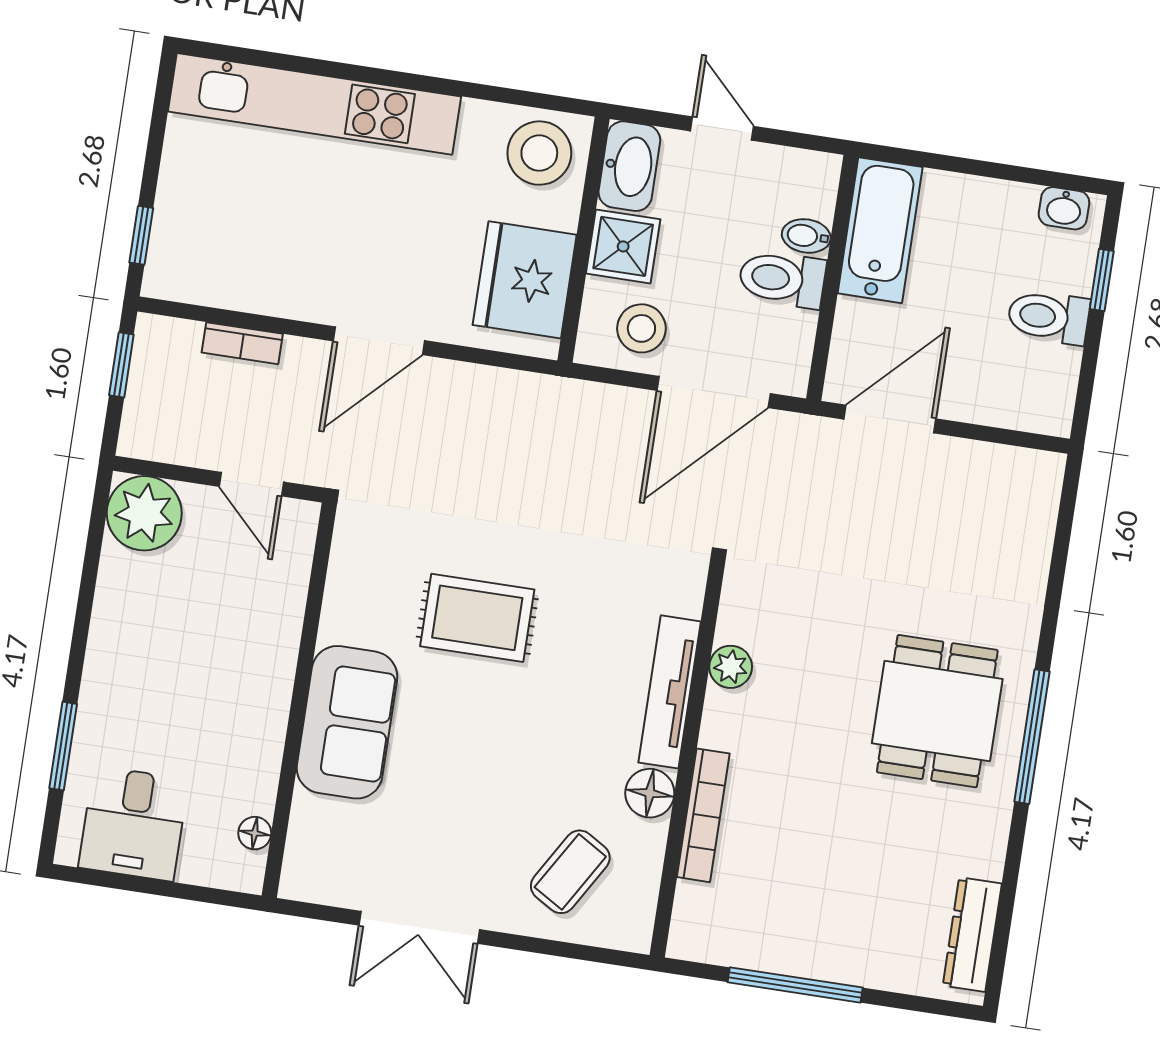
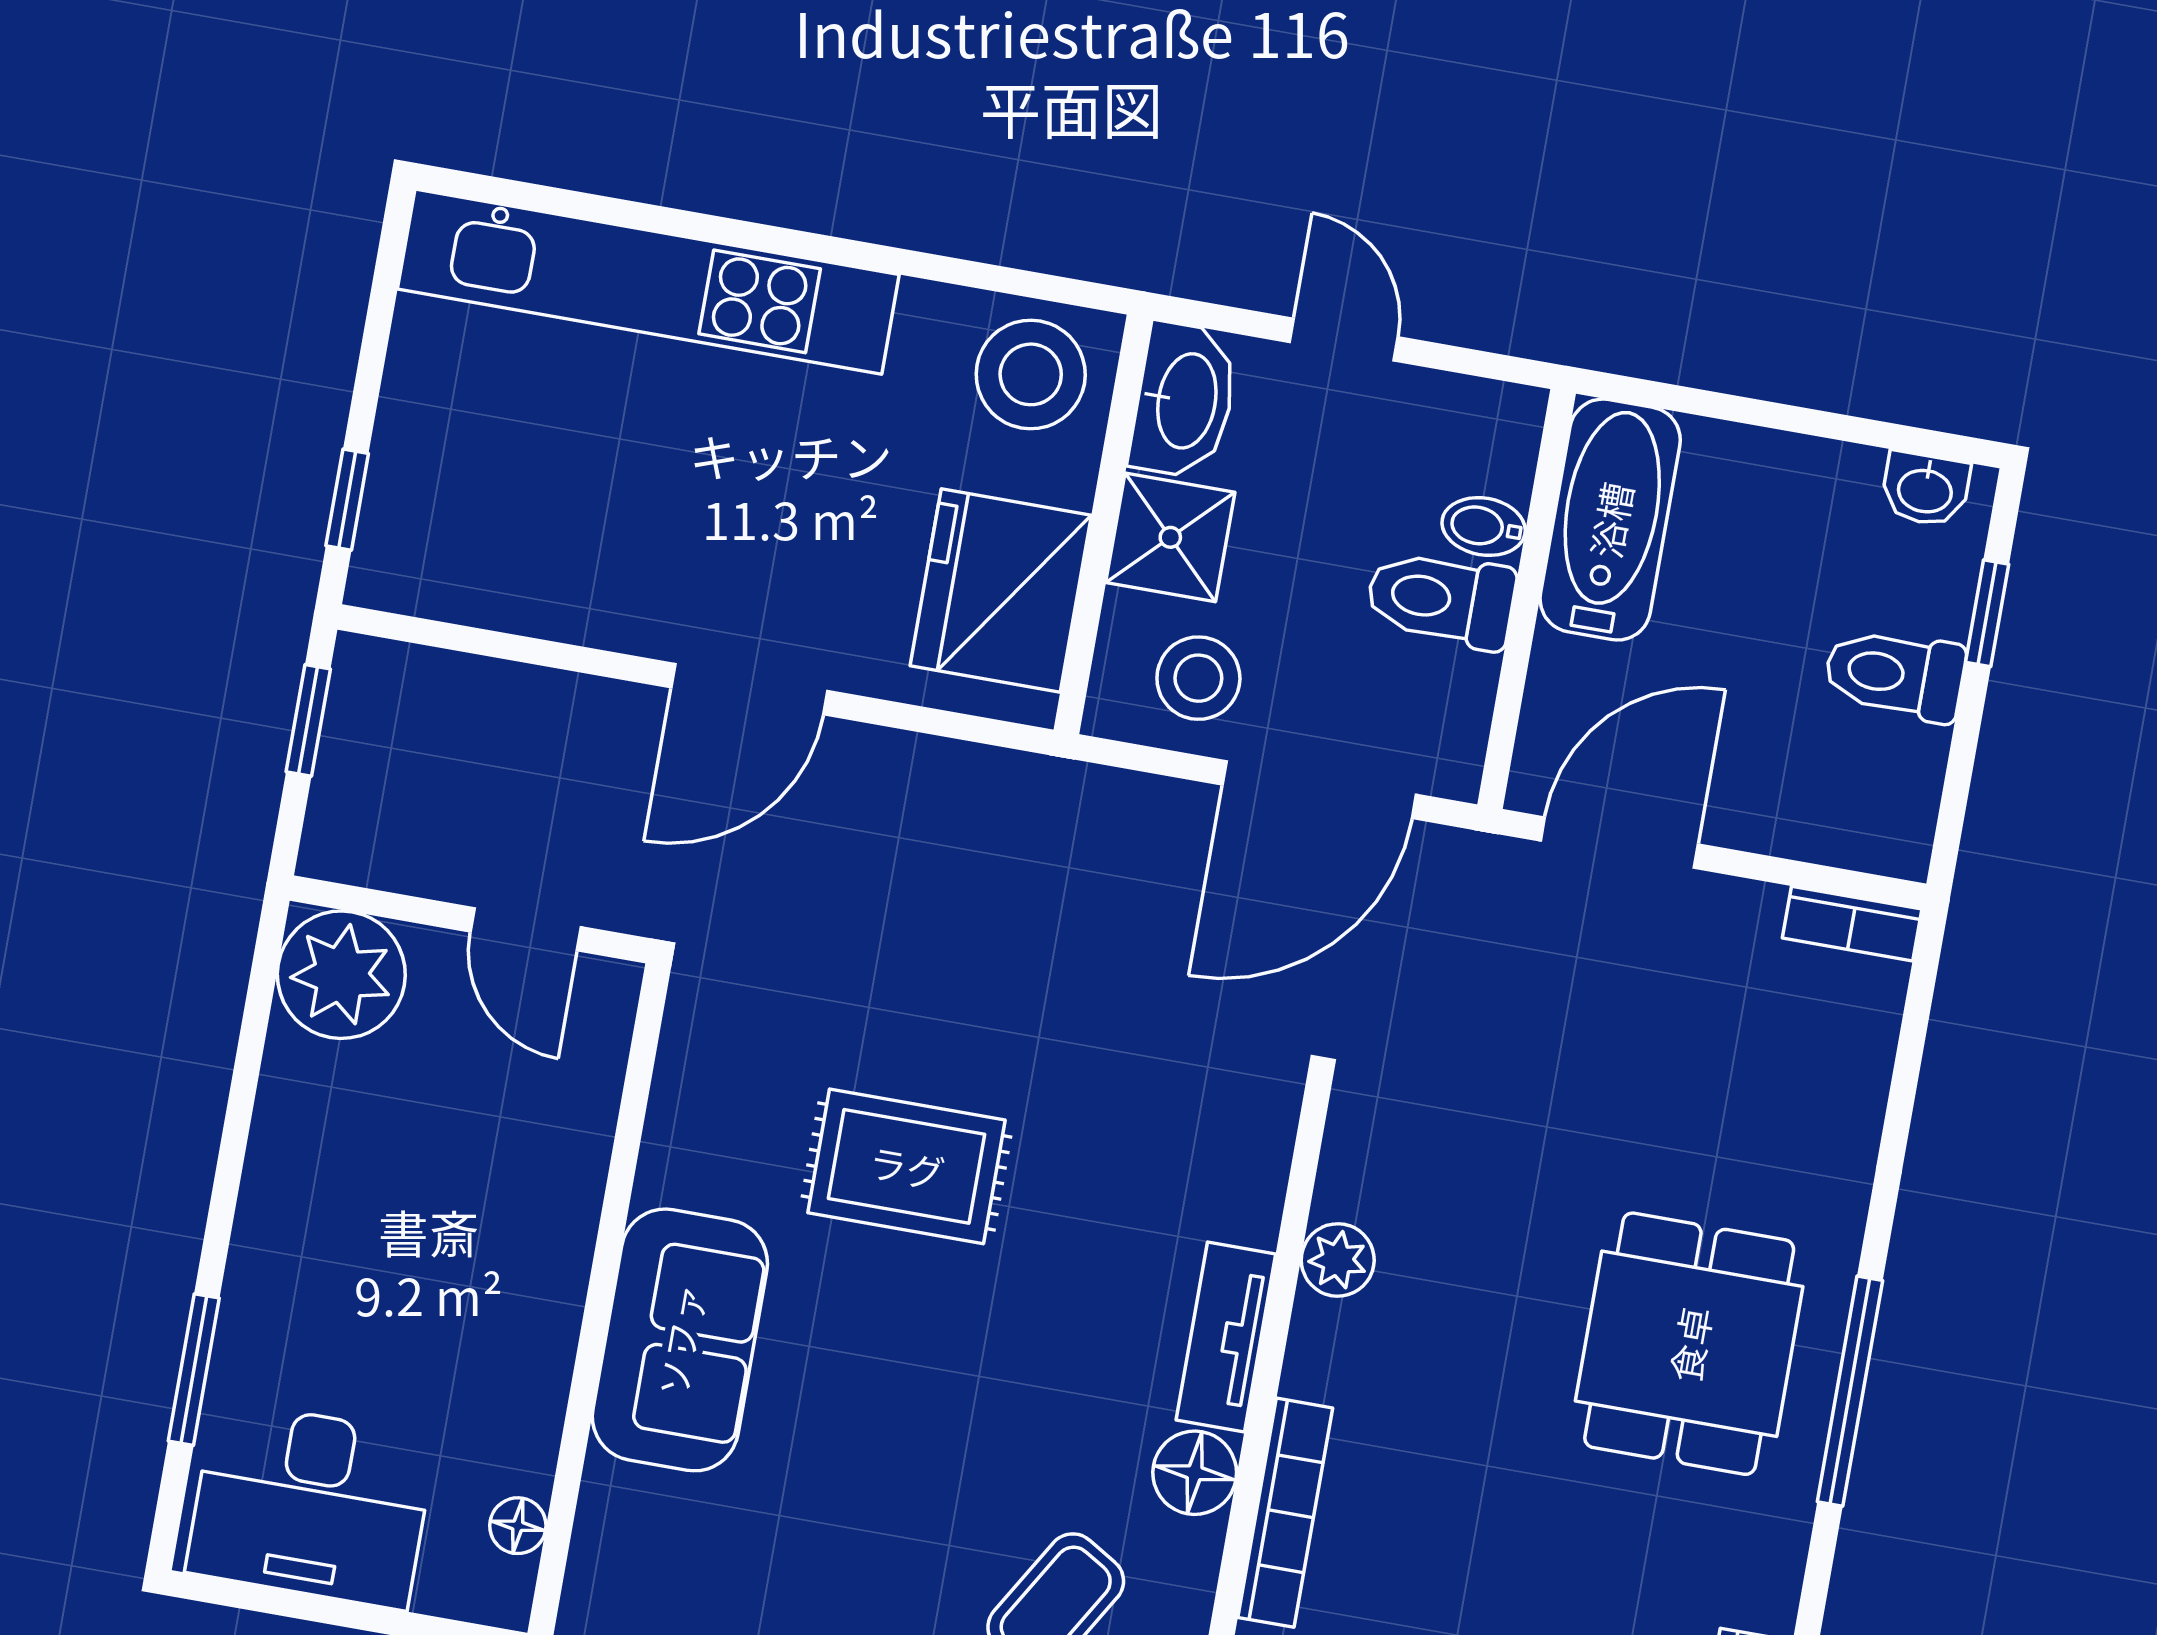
bookcase: (242, 343) -> (1852, 924), moved
tv unit: (670, 692) -> (1226, 1337), width x0.71
desk: (133, 823) -> (311, 1505), width x1.37

